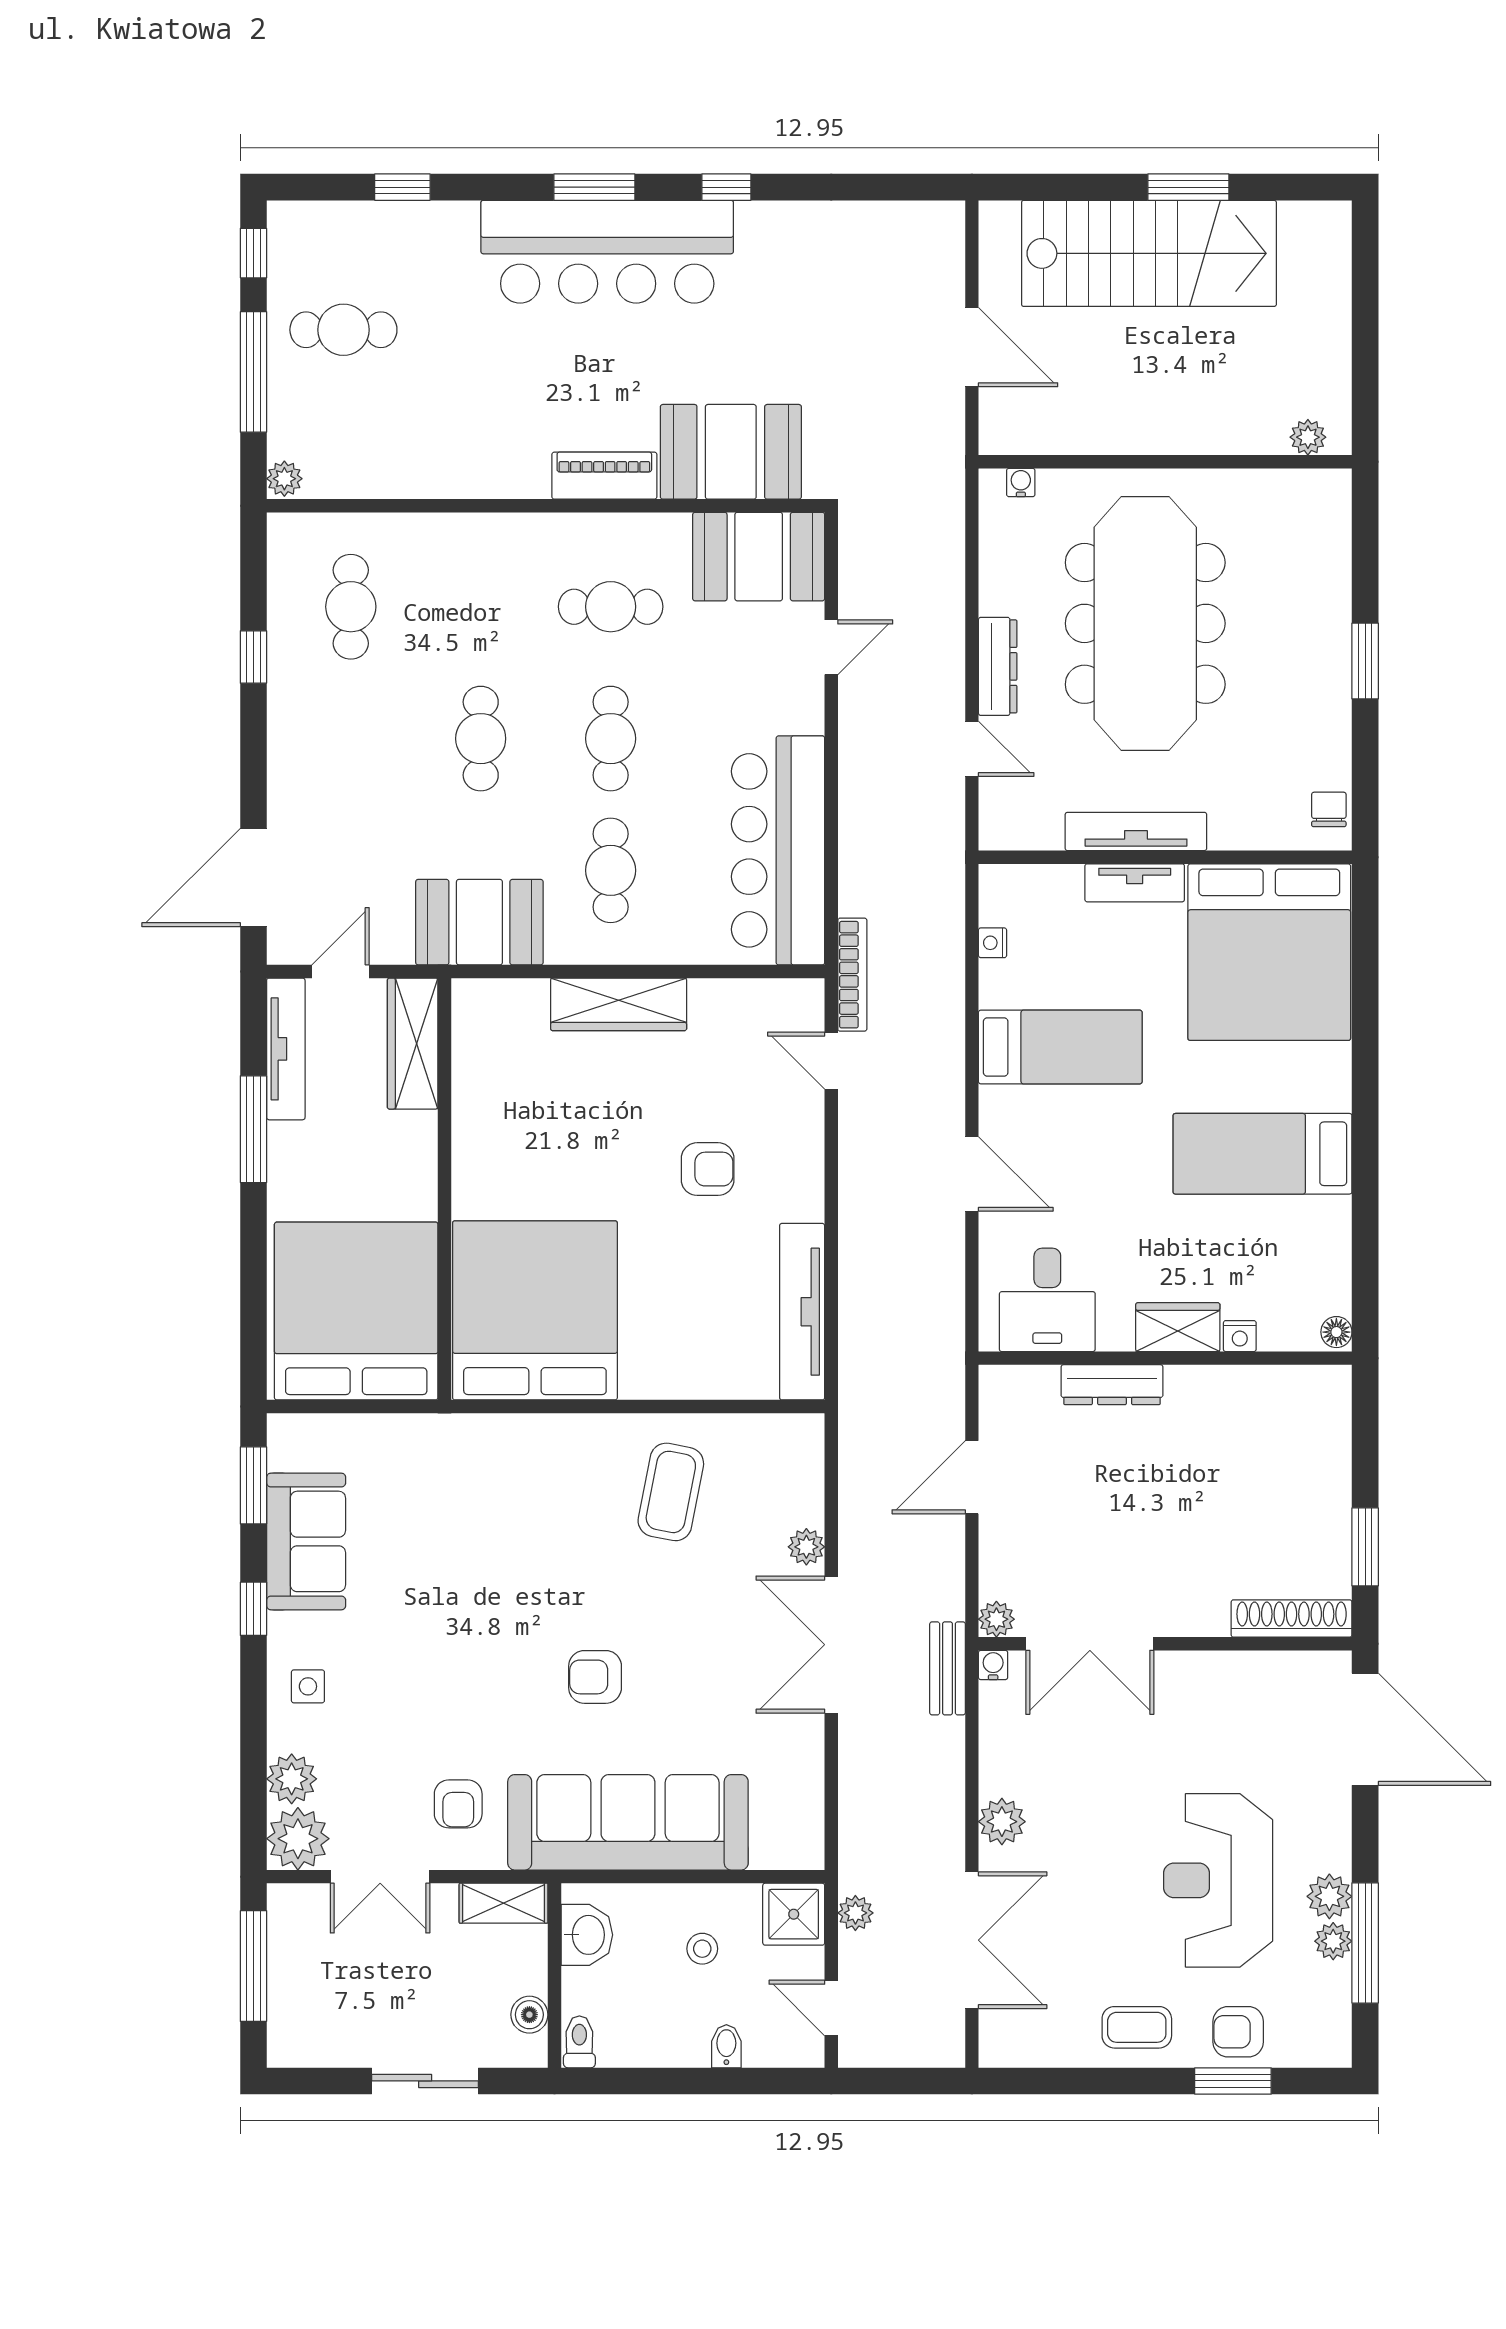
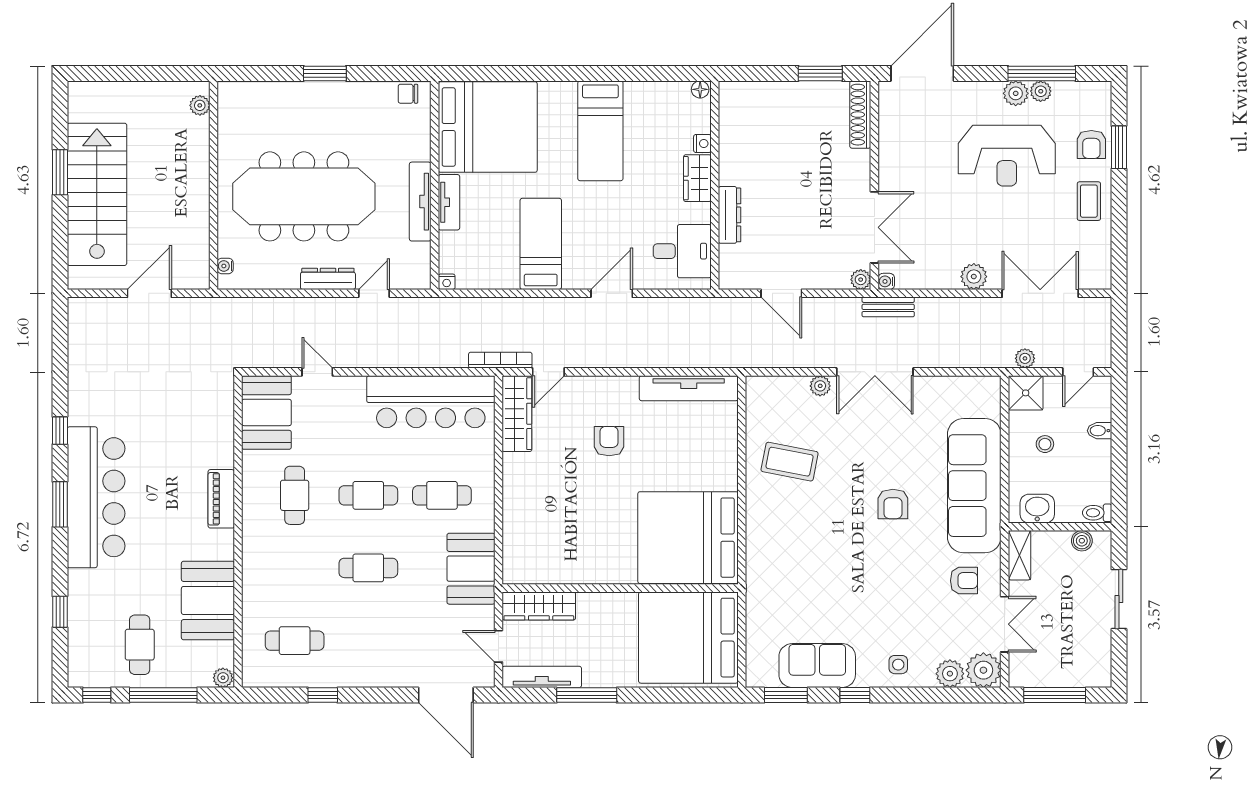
booth: (731, 452) -> (208, 600), moved
nightstand: (993, 943) -> (447, 282), moved
wardrobe: (619, 1004) -> (517, 414), moved

